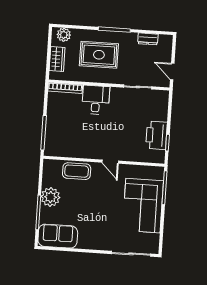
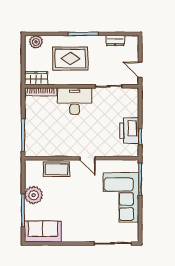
wardrobe: (57, 59) -> (36, 78), moved, turned -90
desk: (96, 100) -> (75, 101), width x1.37

